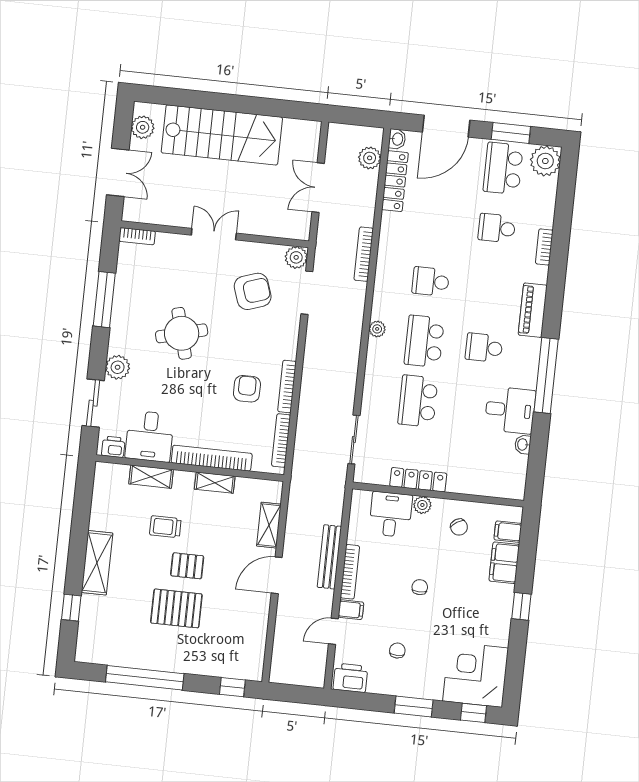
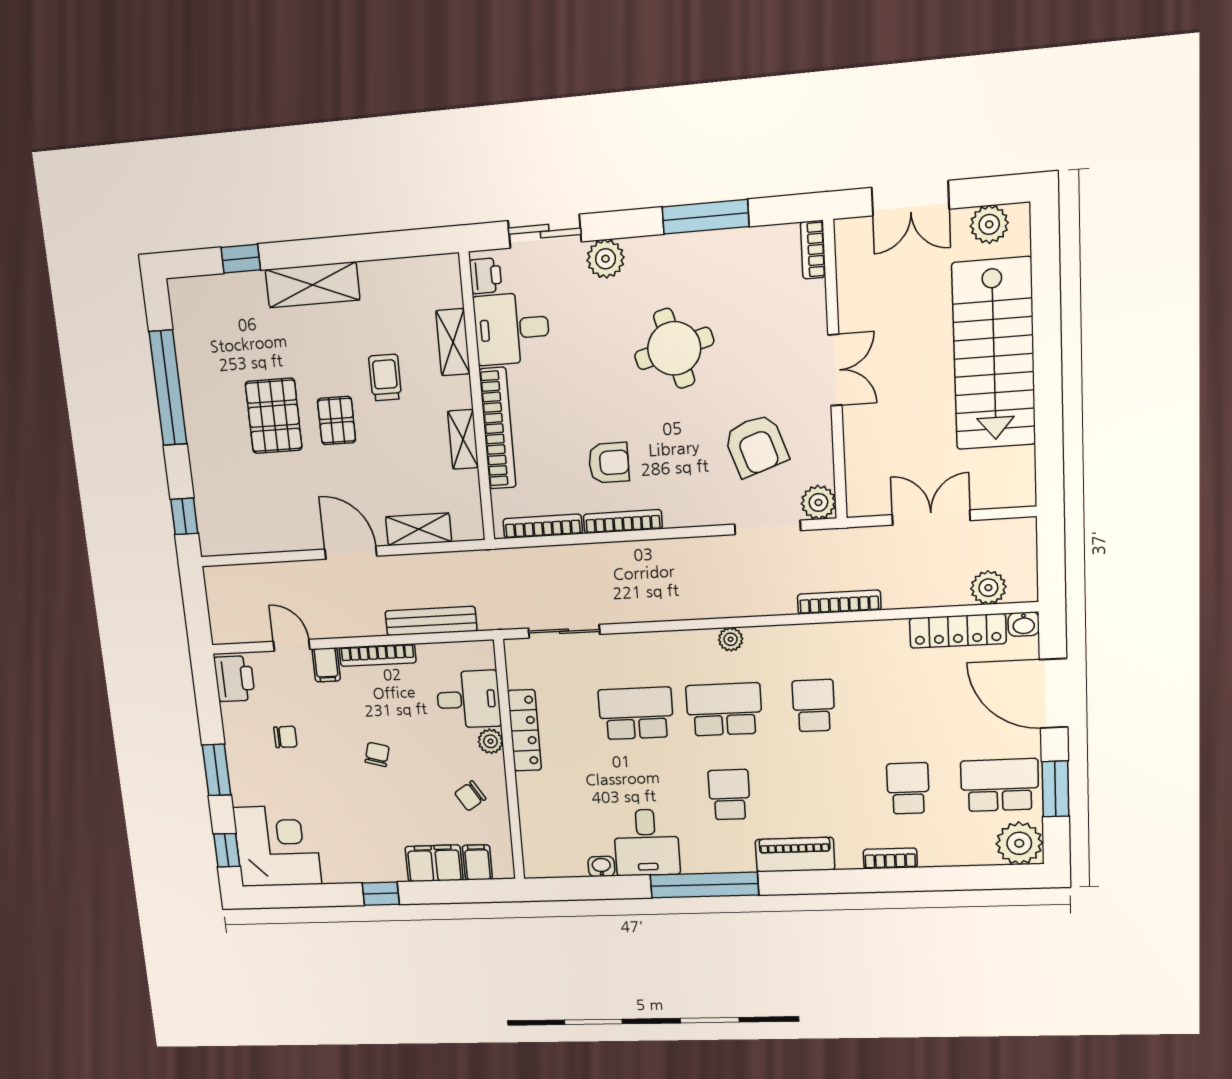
bench: (329, 557) -> (431, 621), moved
chair: (420, 587) -> (377, 754), turned -75

